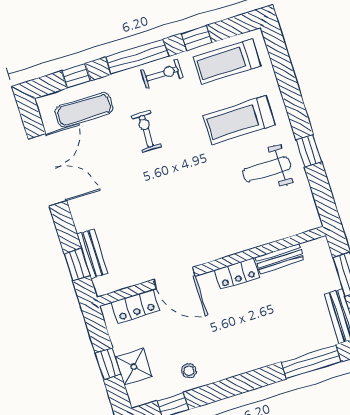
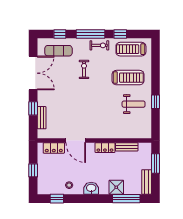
treadmill: (239, 120) -> (128, 78), turned 180
weight bench: (267, 169) -> (134, 104), turned 180
window: (77, 264) -> (33, 108), moved
washbasin: (235, 363) -> (91, 188), added
shower: (134, 367) -> (116, 187), moved

